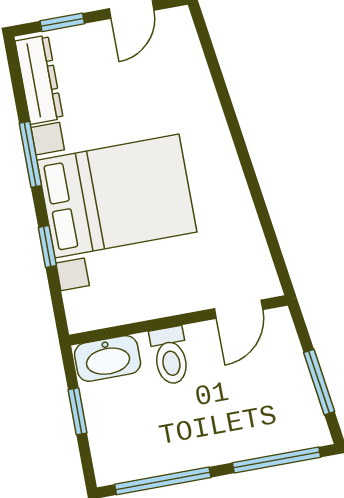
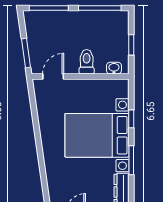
washbasin: (108, 358) -> (114, 68), width x0.52, depth x0.69
window: (319, 382) -> (26, 53), moved

